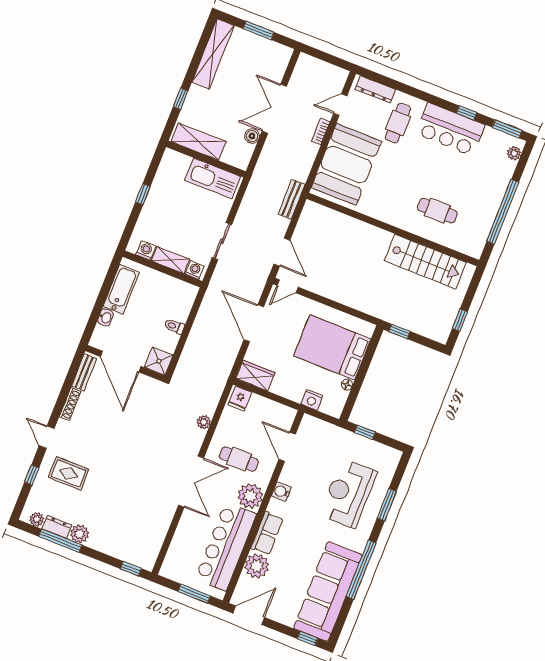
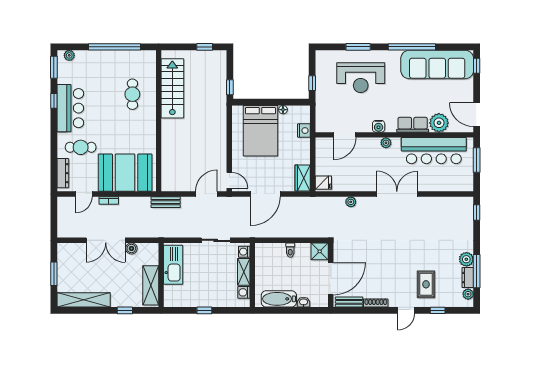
door: (340, 105) -> (84, 194), hinge flipped
cafe table: (239, 459) -> (367, 166), removed
plant: (250, 496) -> (386, 143), width x0.53, depth x0.53

